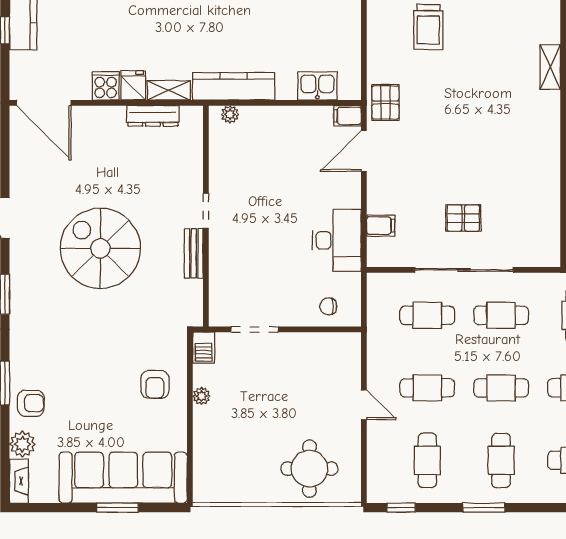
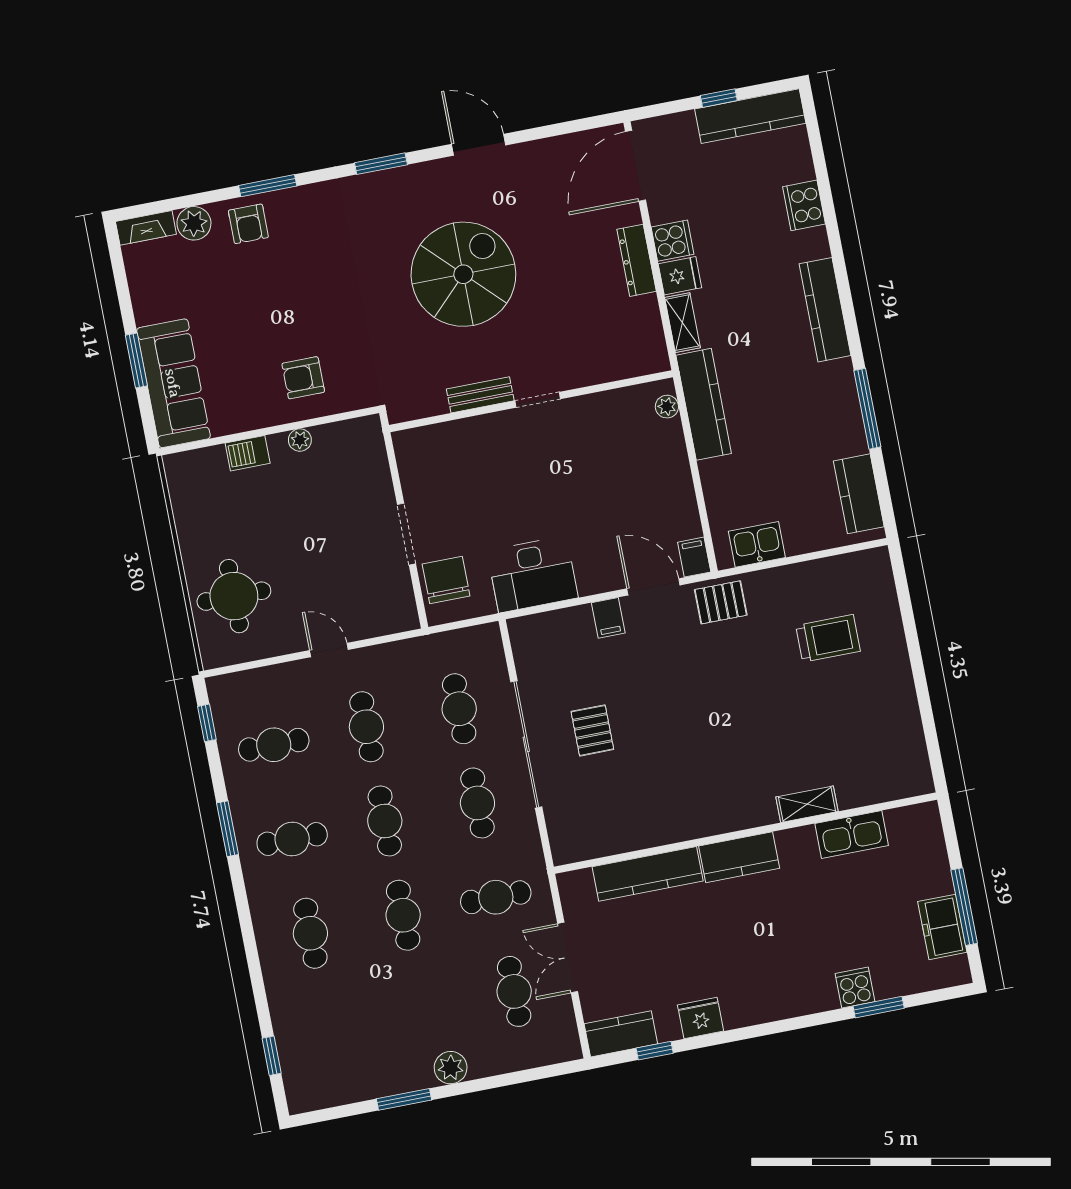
trolley: (428, 27) -> (828, 638), turned 180
kitchen sink: (317, 86) -> (757, 544), moved, turned -90
dresser: (153, 116) -> (637, 260), moved
filing cabinet: (381, 226) -> (608, 618), moved
chair: (328, 306) -> (446, 580), width x1.87, depth x1.87
doorway: (255, 329) -> (406, 534), moved
barbecue: (204, 348) -> (248, 453), moved
door: (364, 405) -> (329, 650), swing flipped
sofa: (123, 478) -> (173, 383), width x0.74, depth x0.79

